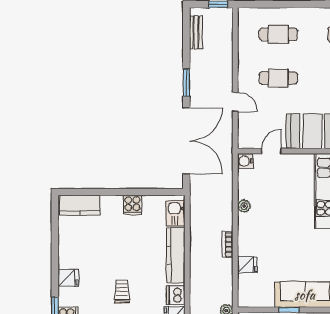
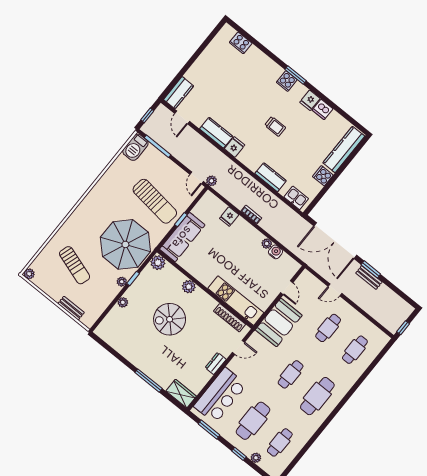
bench: (196, 32) -> (369, 278), moved
water cooler: (245, 161) -> (275, 252), moved
kitchen counter: (80, 205) -> (344, 149), width x1.50
kitchen counter: (176, 255) -> (271, 177), width x0.67
dishwasher: (176, 295) -> (323, 109), moved, turned 180

